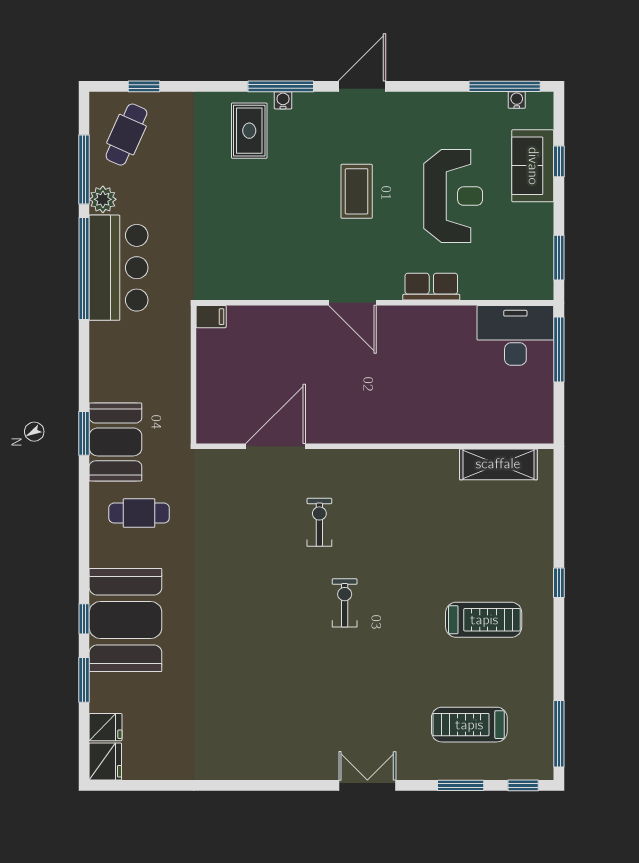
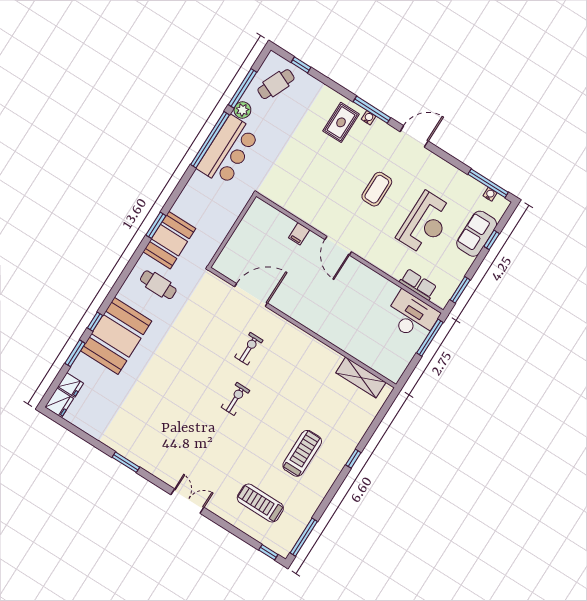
row of seats: (431, 287) -> (418, 284), moved
filing cabinet: (211, 317) -> (299, 234), moved, turned 90
treadmill: (484, 620) -> (302, 453), turned -90
window: (461, 785) -> (126, 462), moved

